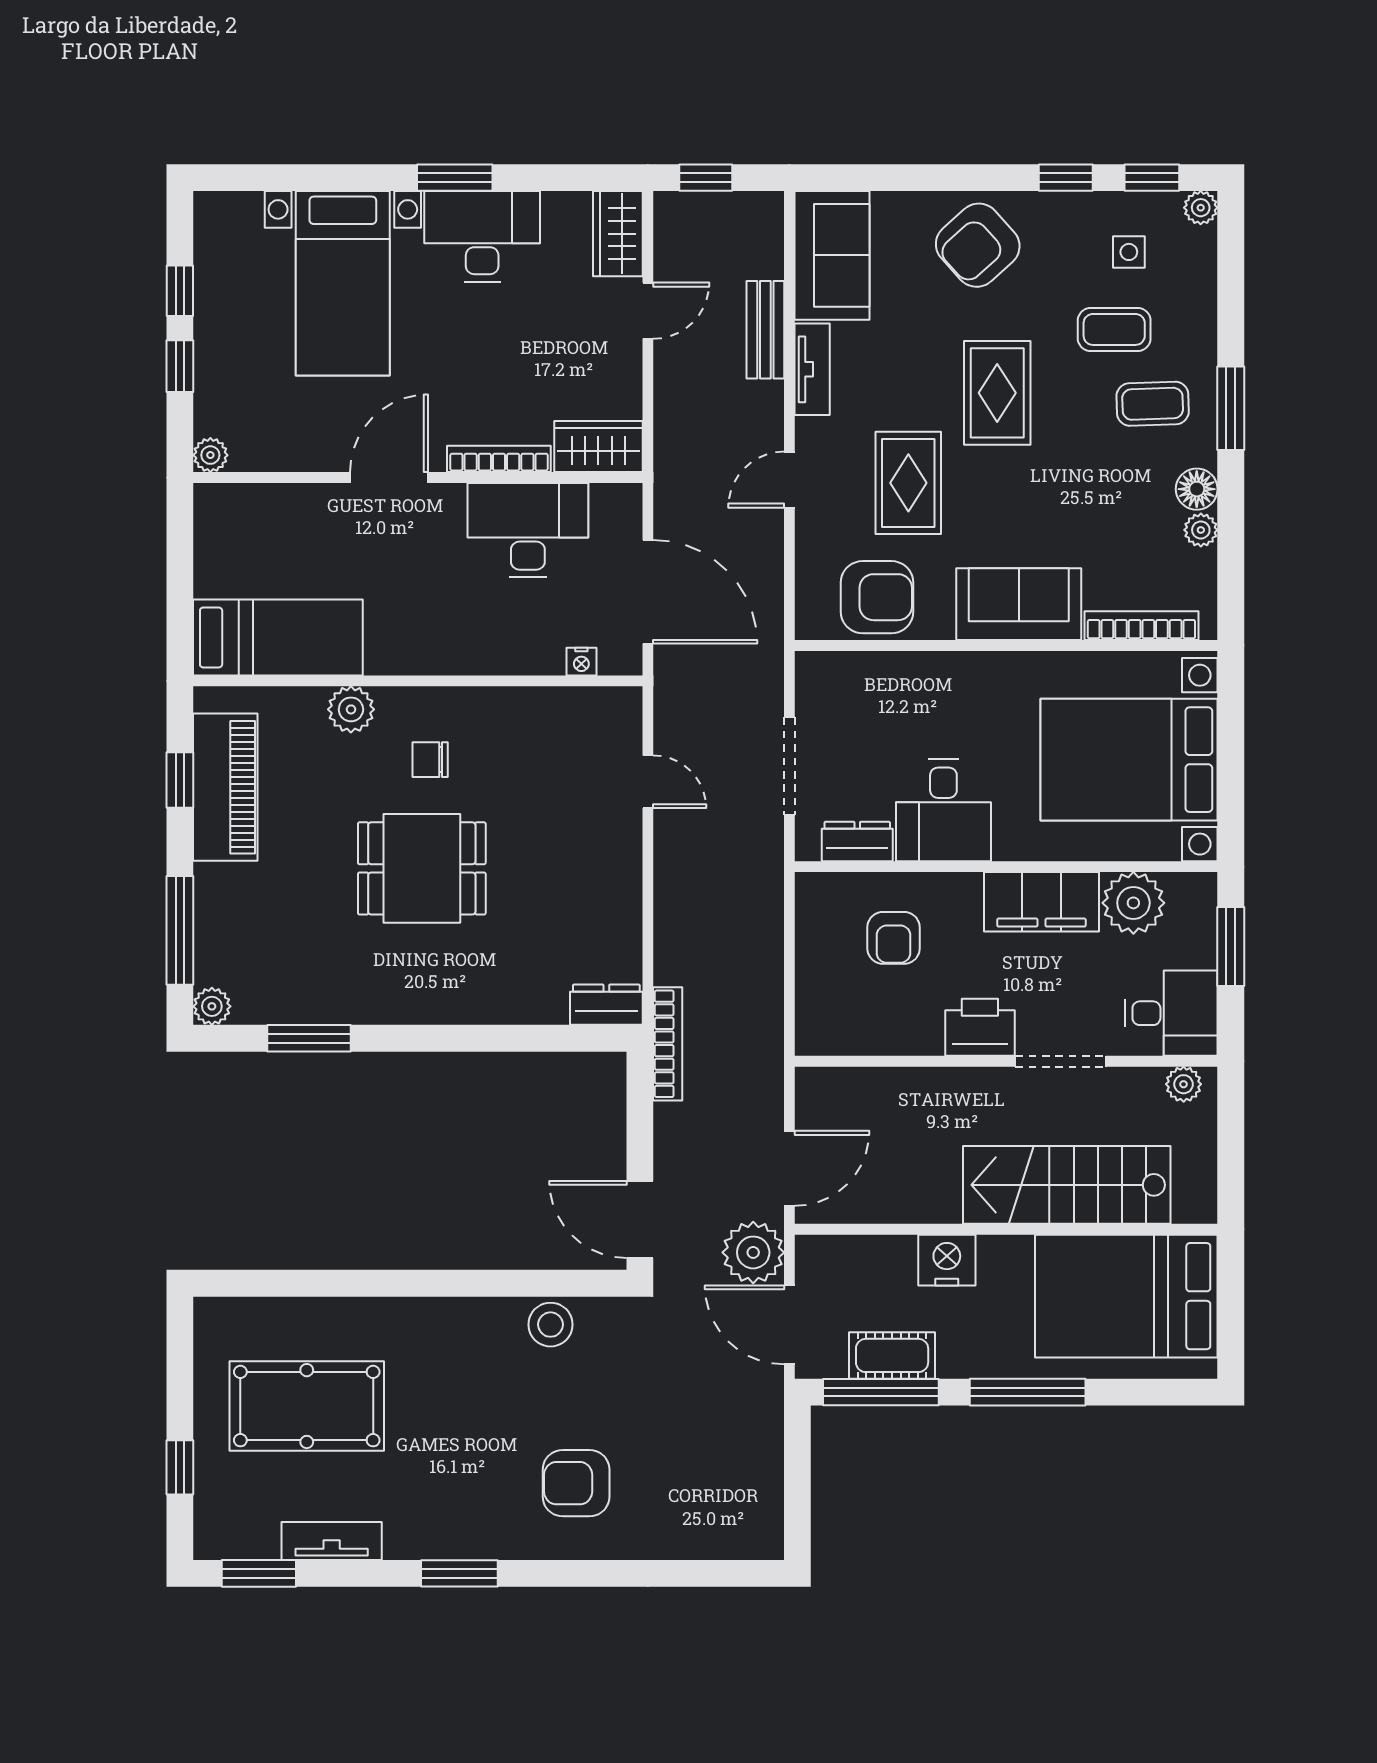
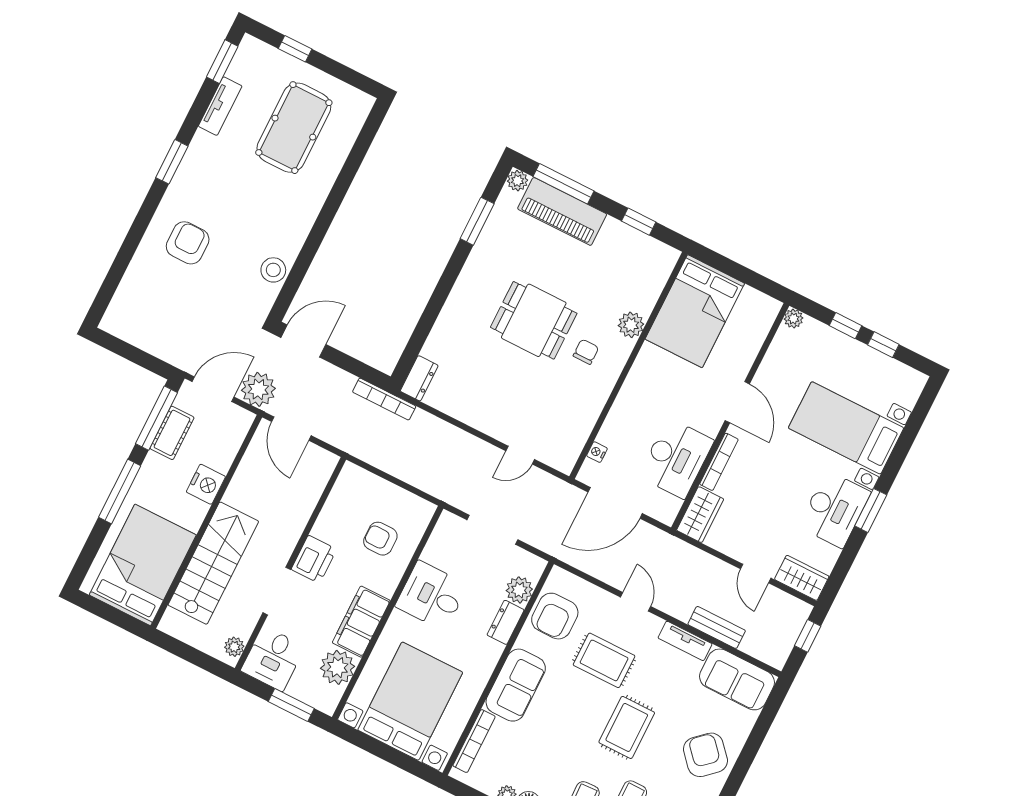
rug: (997, 393) -> (627, 727), turned 90
bed: (278, 637) -> (695, 311), width x1.50
plant: (864, 675) -> (519, 590), added
piano: (225, 787) -> (562, 211), moved
dresser: (857, 841) -> (506, 622), moved, turned 180
dining table: (422, 868) -> (534, 320), turned 90

